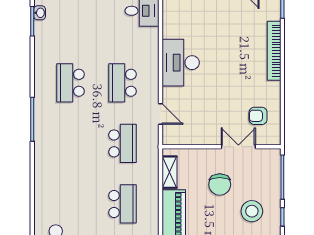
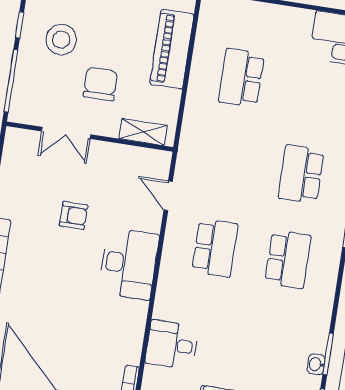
armchair: (258, 116) -> (74, 215), moved
school desk: (122, 143) -> (301, 174), moved
shelving: (169, 172) -> (143, 132), moved, turned 90

